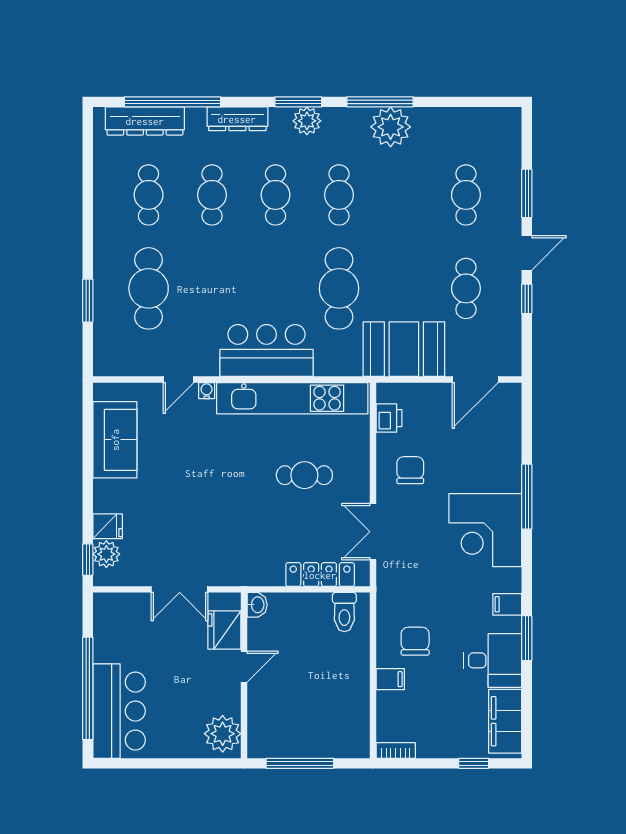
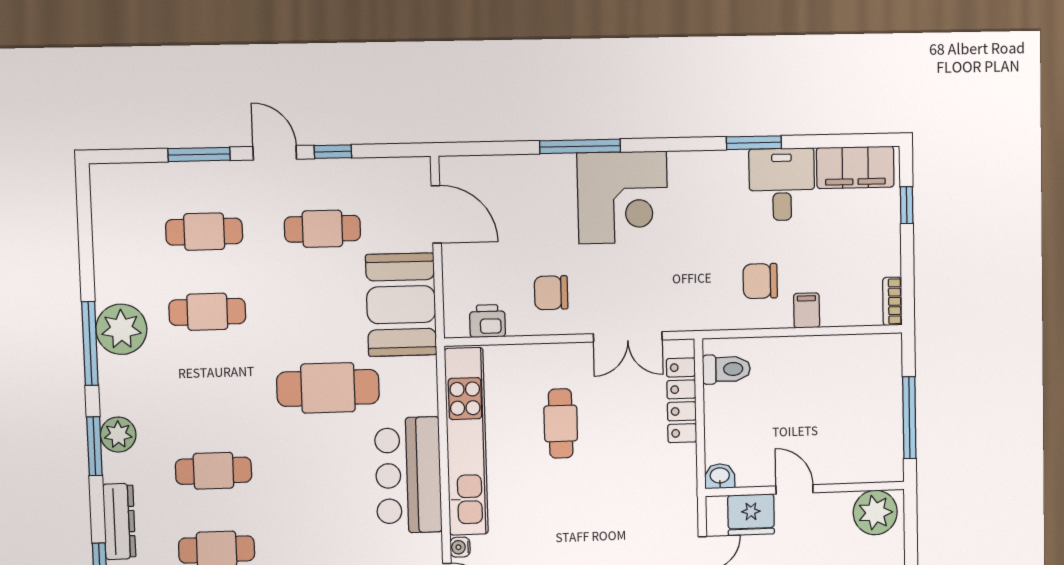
cafe table: (339, 195) -> (207, 312), moved
filing cabinet: (507, 604) -> (713, 168), removed

